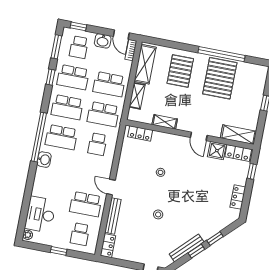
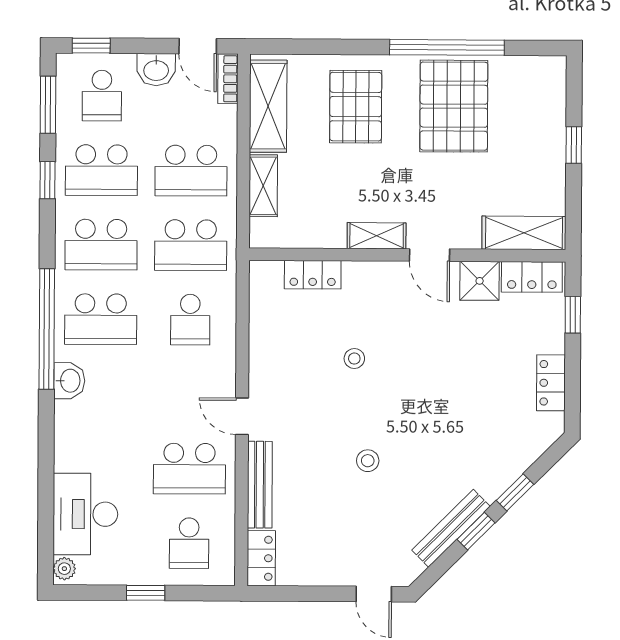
shelving: (165, 122) -> (377, 236), moved
locker: (140, 133) -> (313, 275), moved

